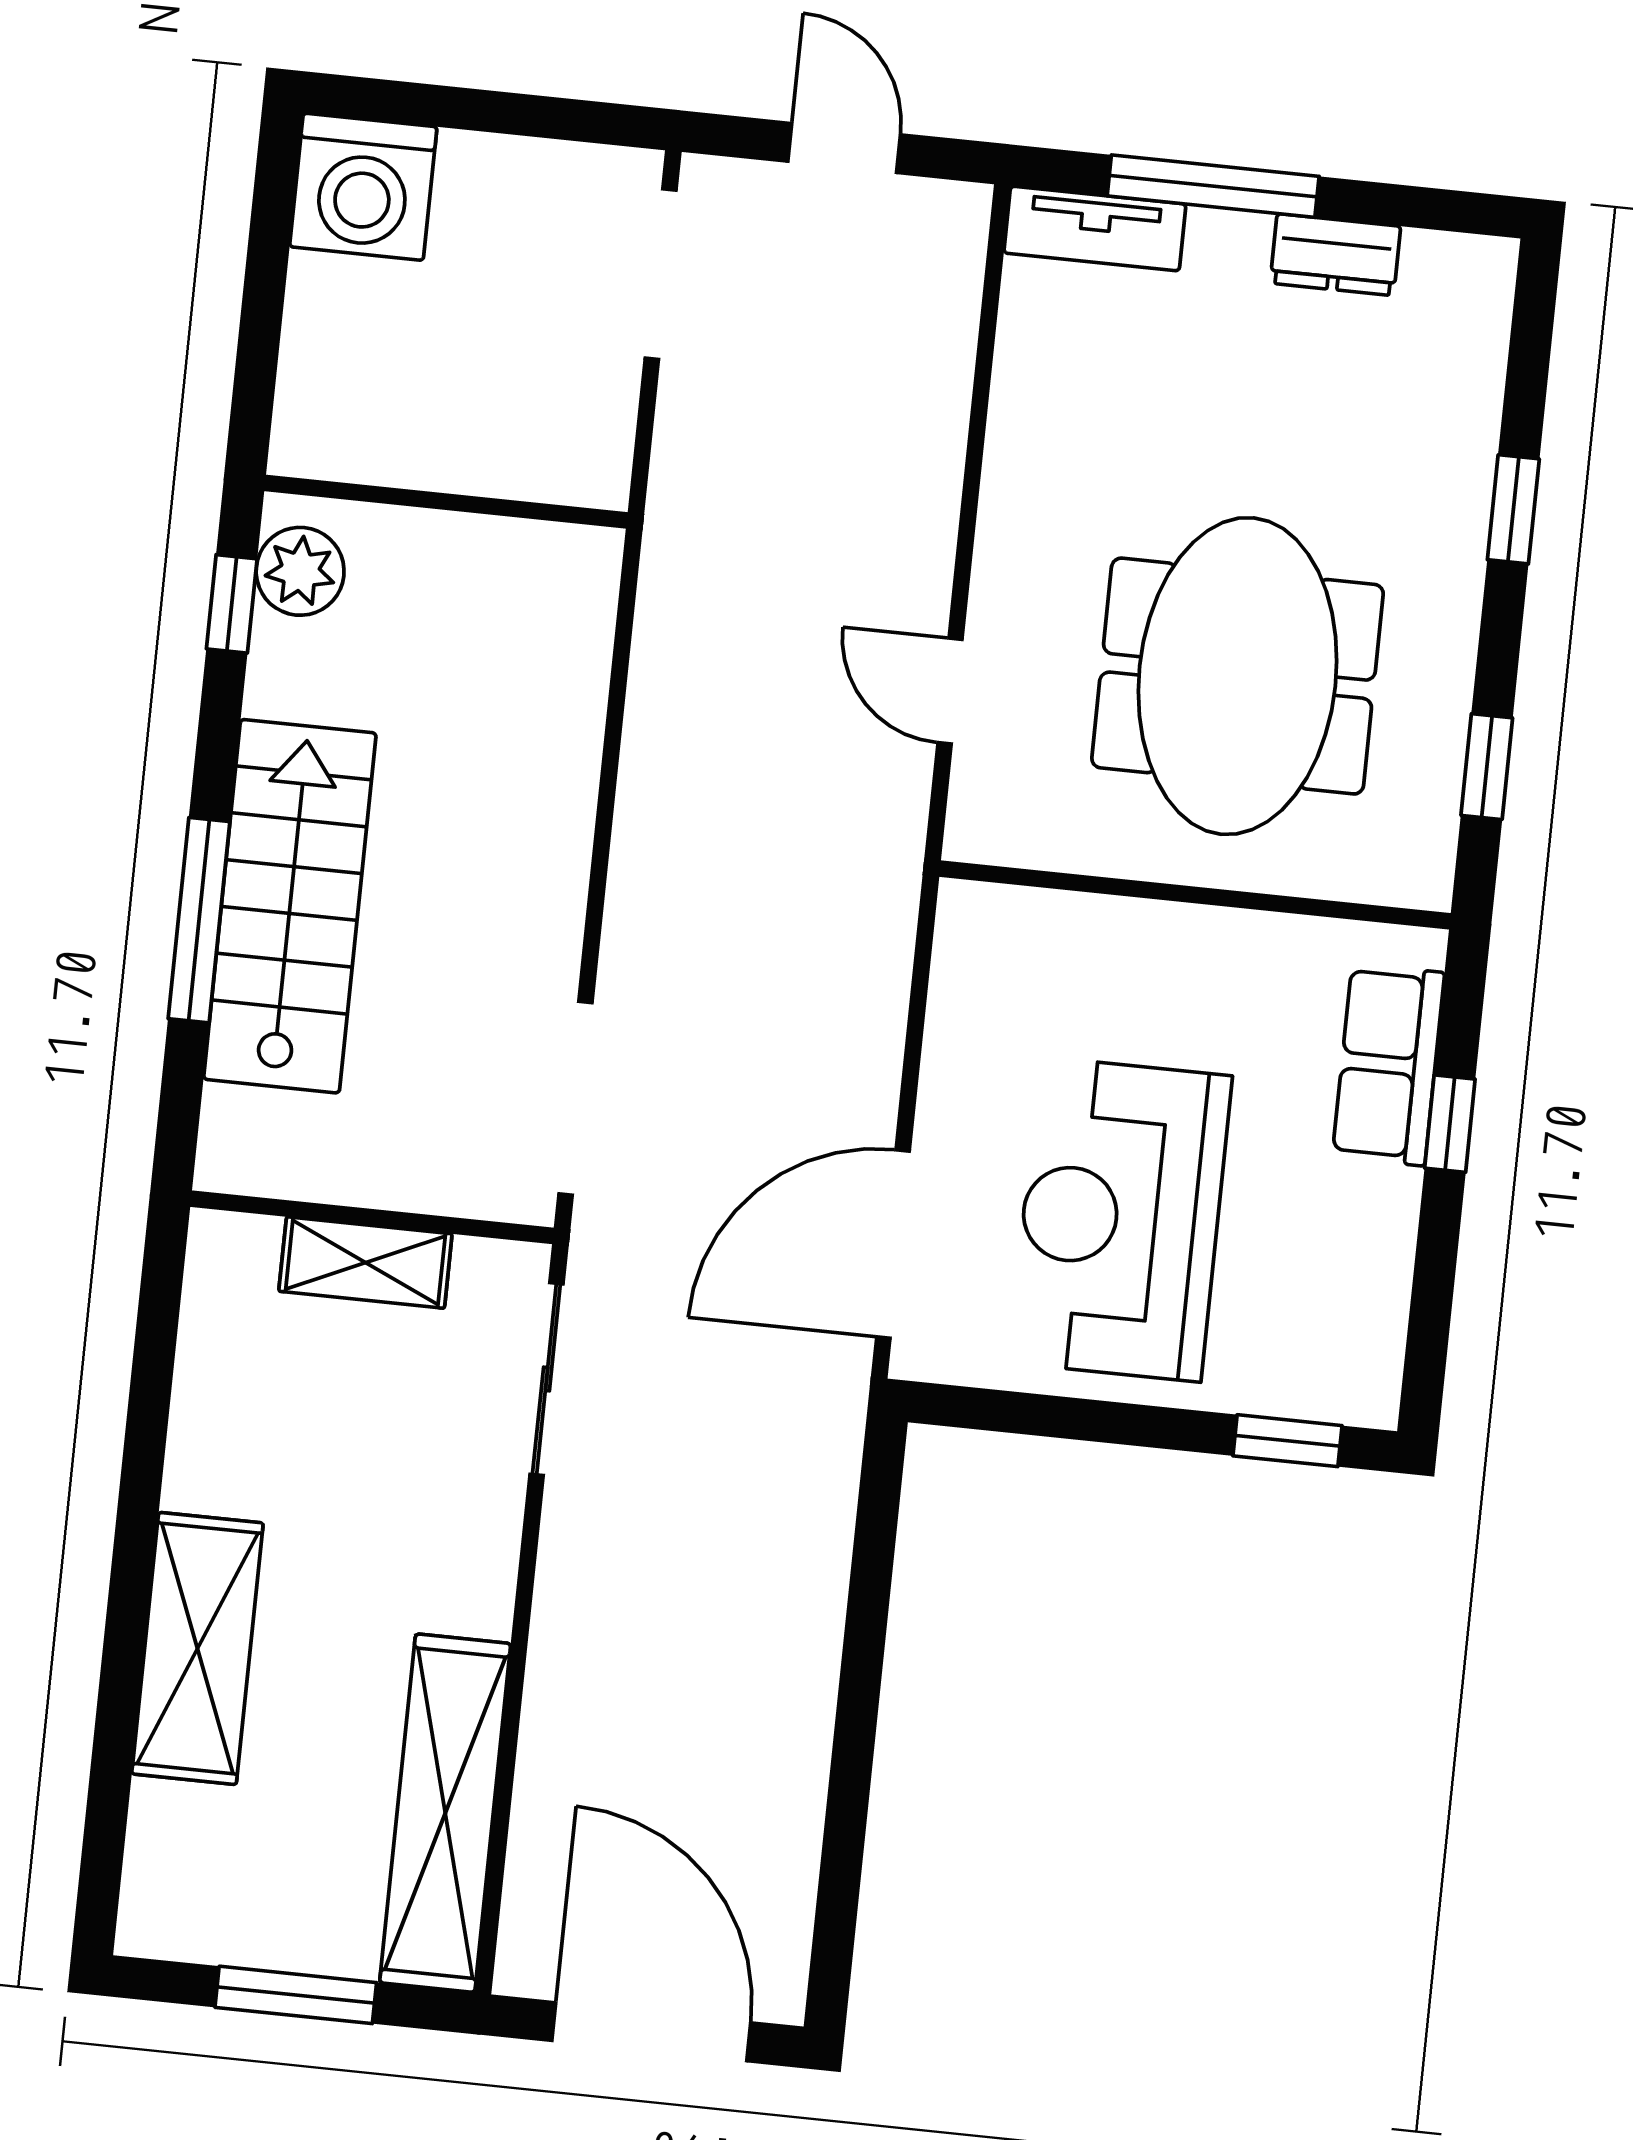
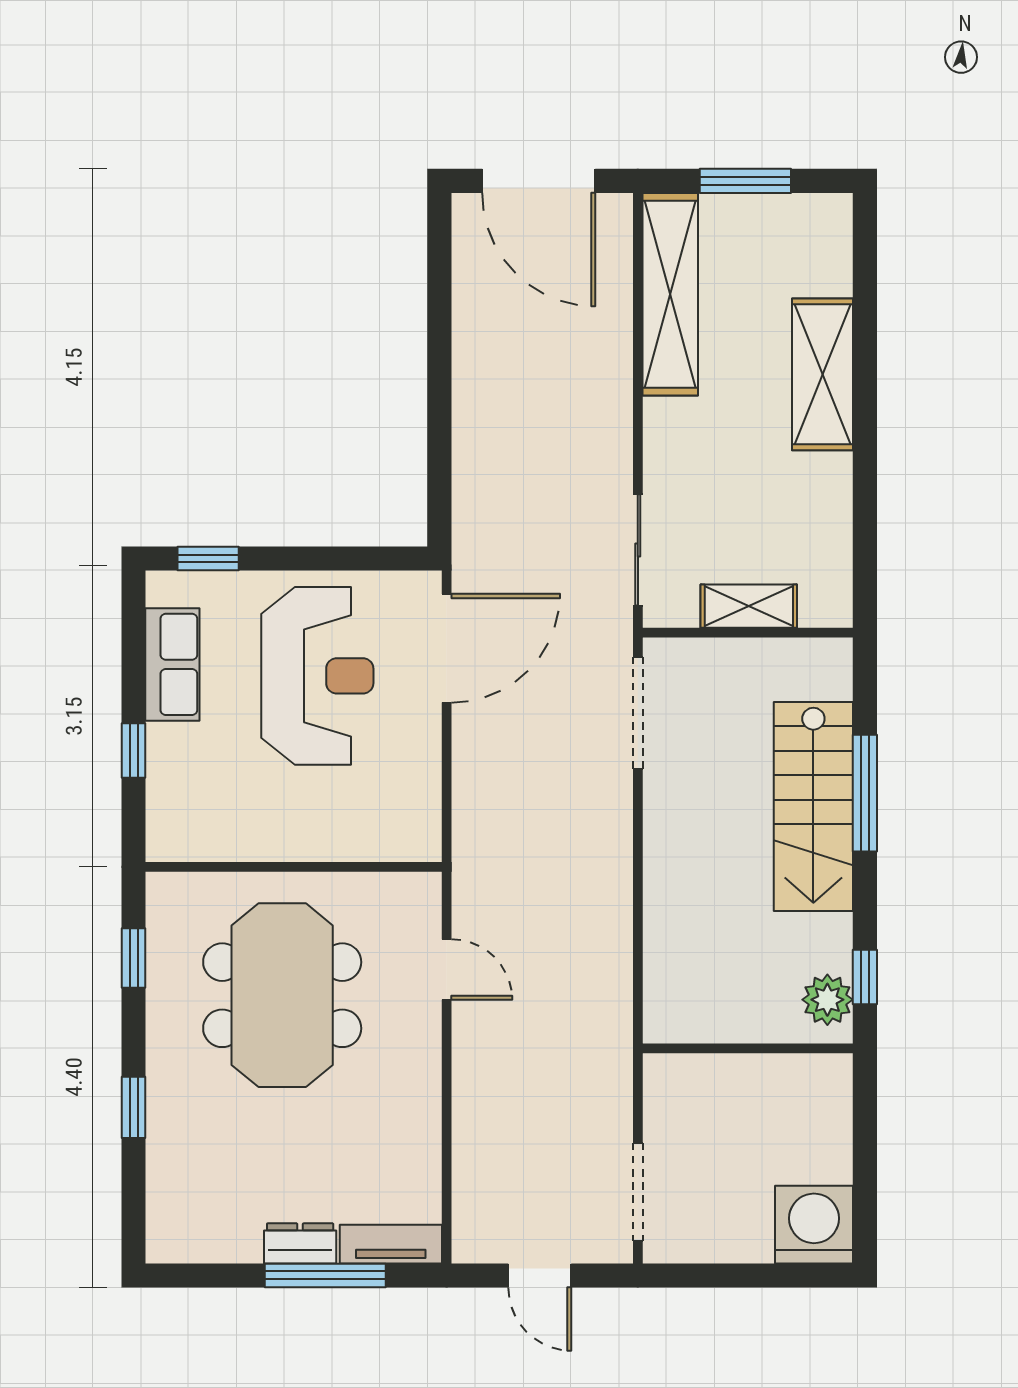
dresser: (1335, 255) -> (300, 1243), moved
row of seats: (1388, 1065) -> (172, 664), moved

